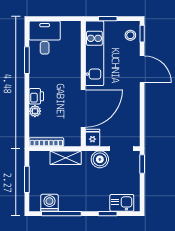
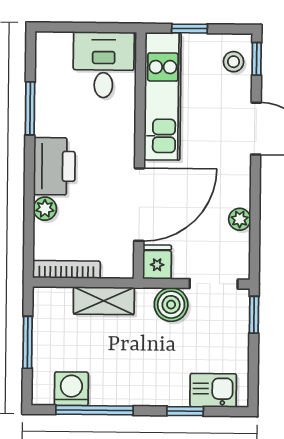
desk: (45, 37) -> (104, 65), moved
printer: (36, 96) -> (54, 166), width x1.87, depth x1.48
plant: (134, 115) -> (240, 219), added

